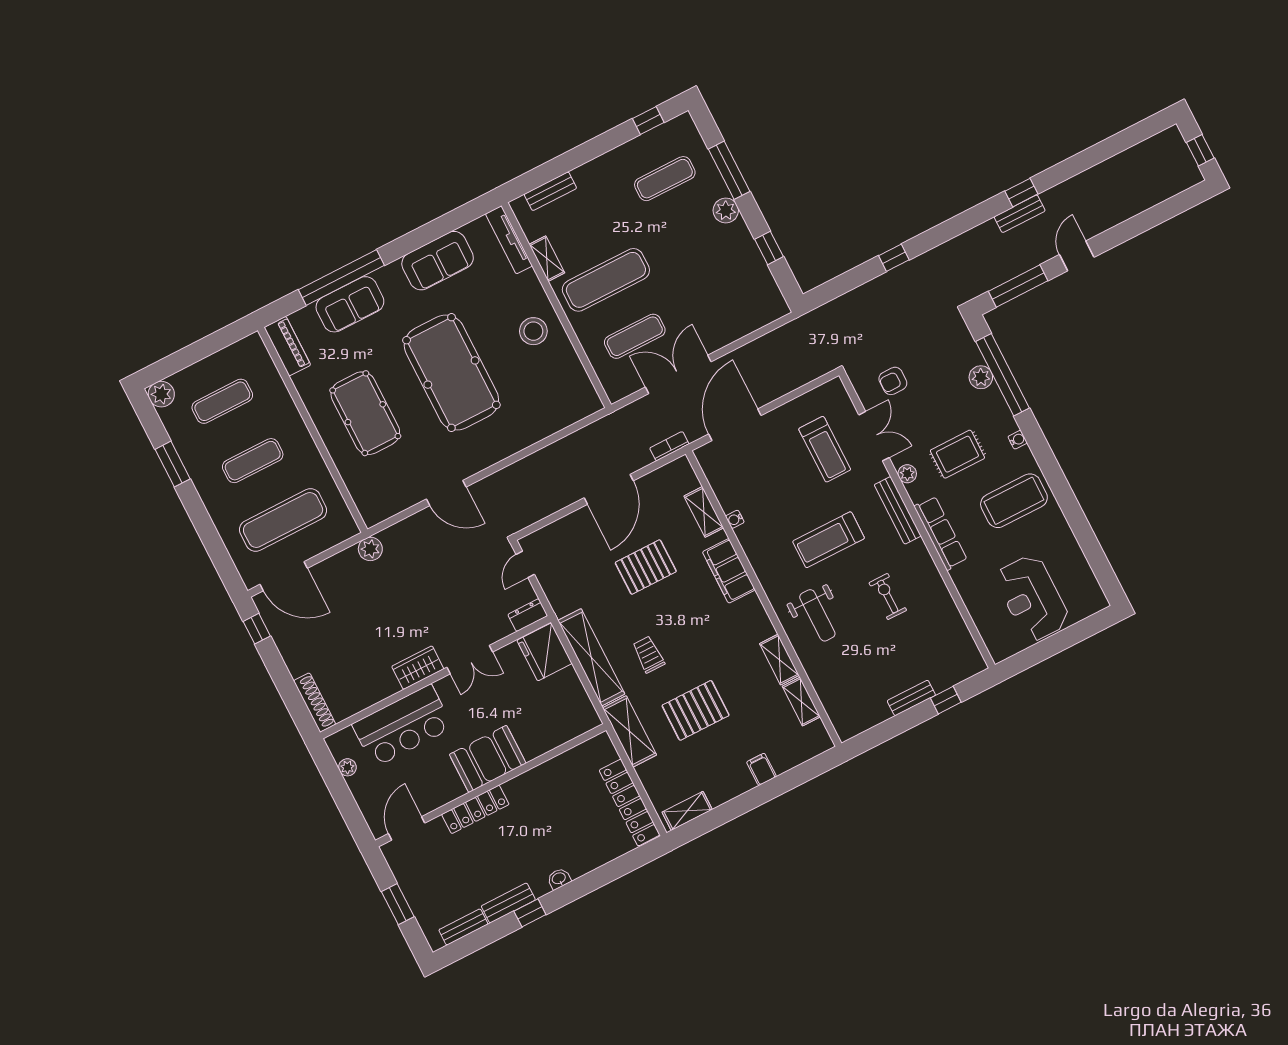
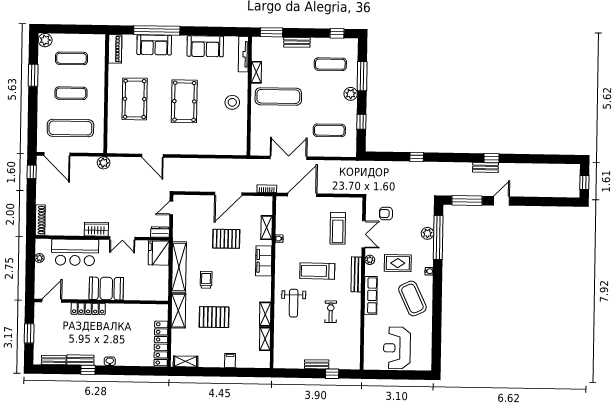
window: (537, 178) -> (272, 32), added
bench: (550, 191) -> (297, 42), moved
exercise mat: (635, 336) -> (329, 130), moved
pool table: (451, 373) -> (184, 101), width x0.73, depth x0.76
coffee table: (1014, 501) -> (412, 298), turned 65

